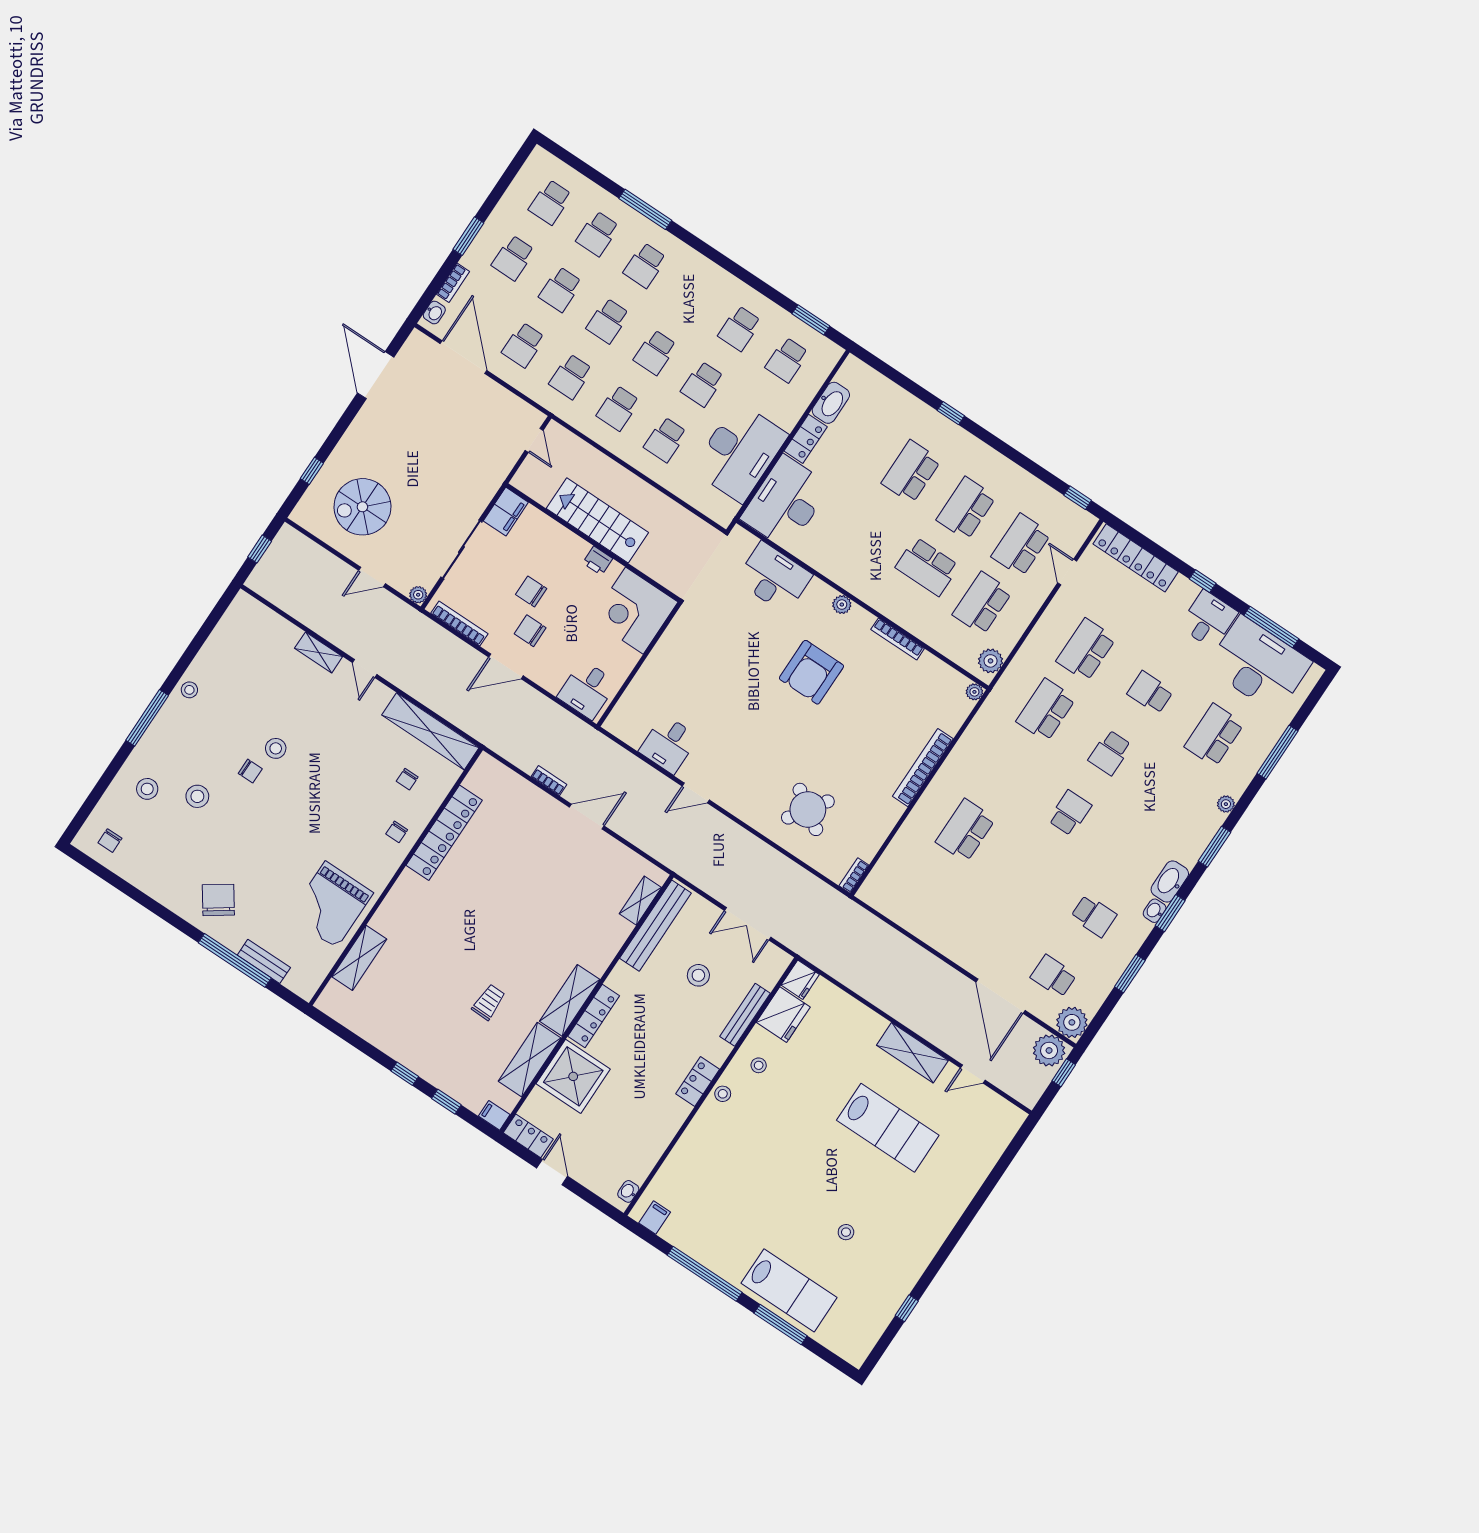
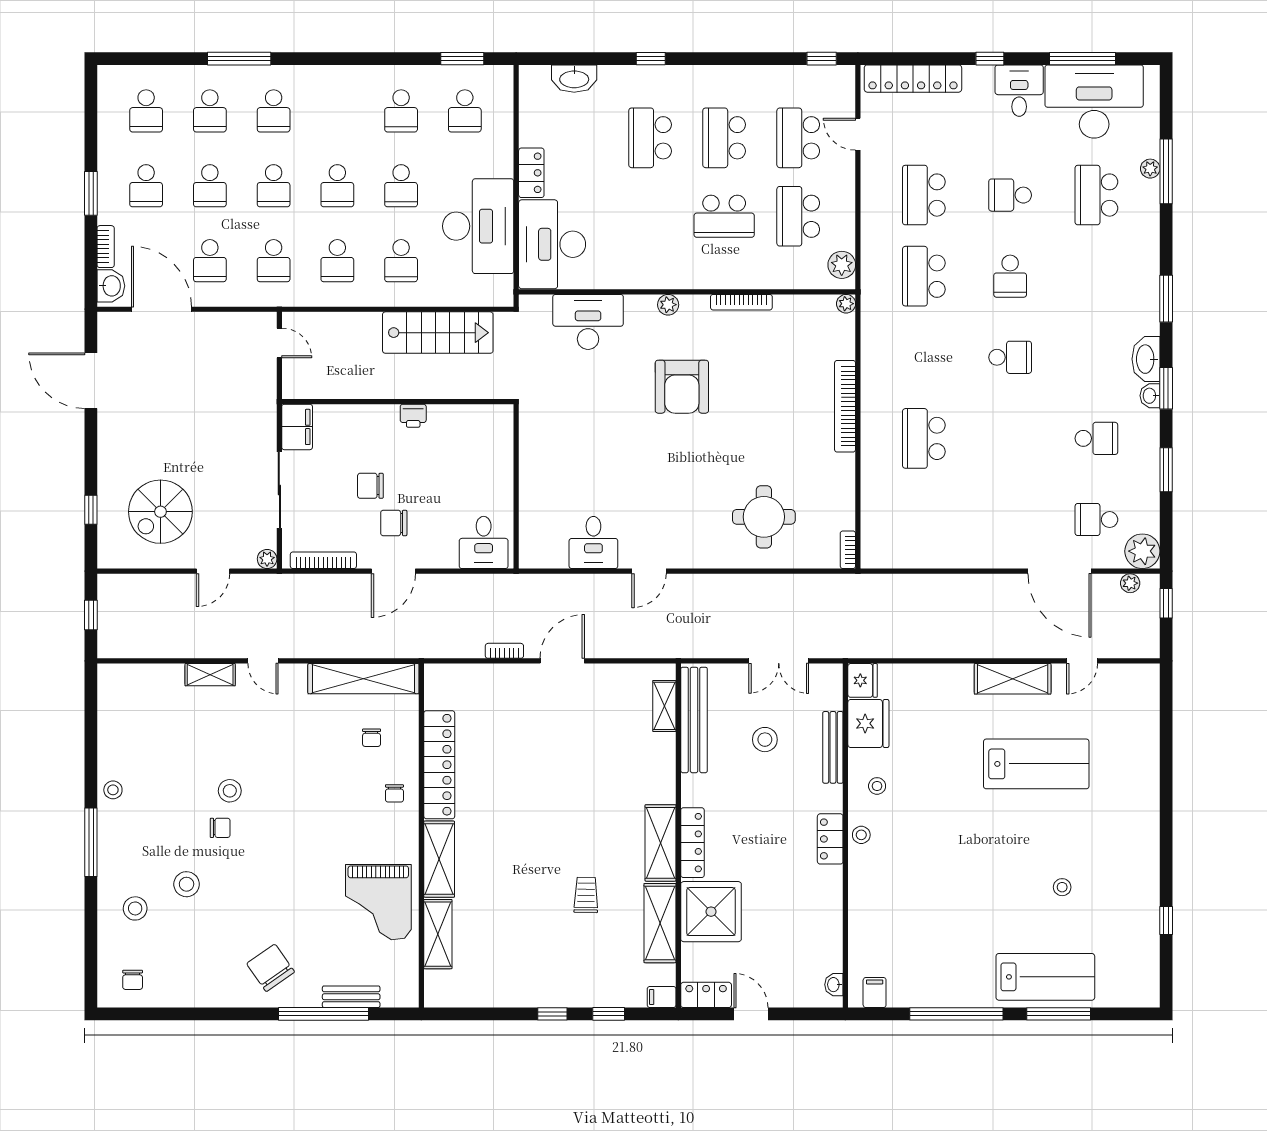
washbasin: (434, 313) -> (111, 286), width x1.38, depth x1.45
washbasin: (831, 403) -> (574, 79), moved, turned 90
stairs: (597, 520) -> (438, 333), moved, turned 180
corner desk: (634, 611) -> (478, 439), removed
plant: (1226, 804) -> (1150, 169), moved
round table: (808, 809) -> (764, 517), turned -34
school desk: (1070, 813) -> (1010, 357), turned 90
shelving: (397, 903) -> (439, 859), added
plant: (1049, 1050) -> (1130, 583), width x0.53, depth x0.53

